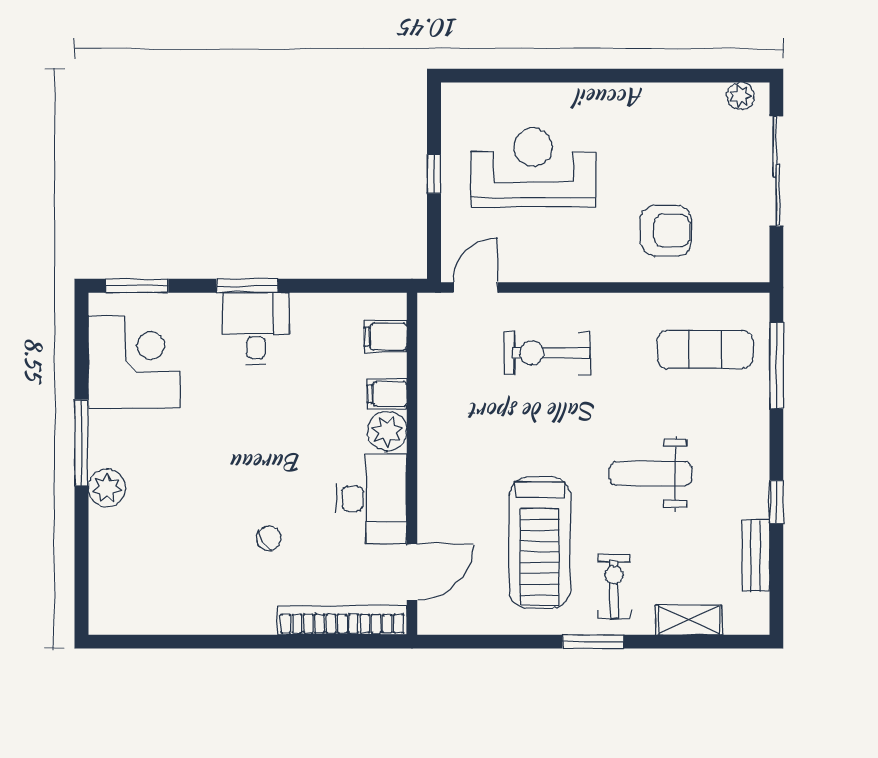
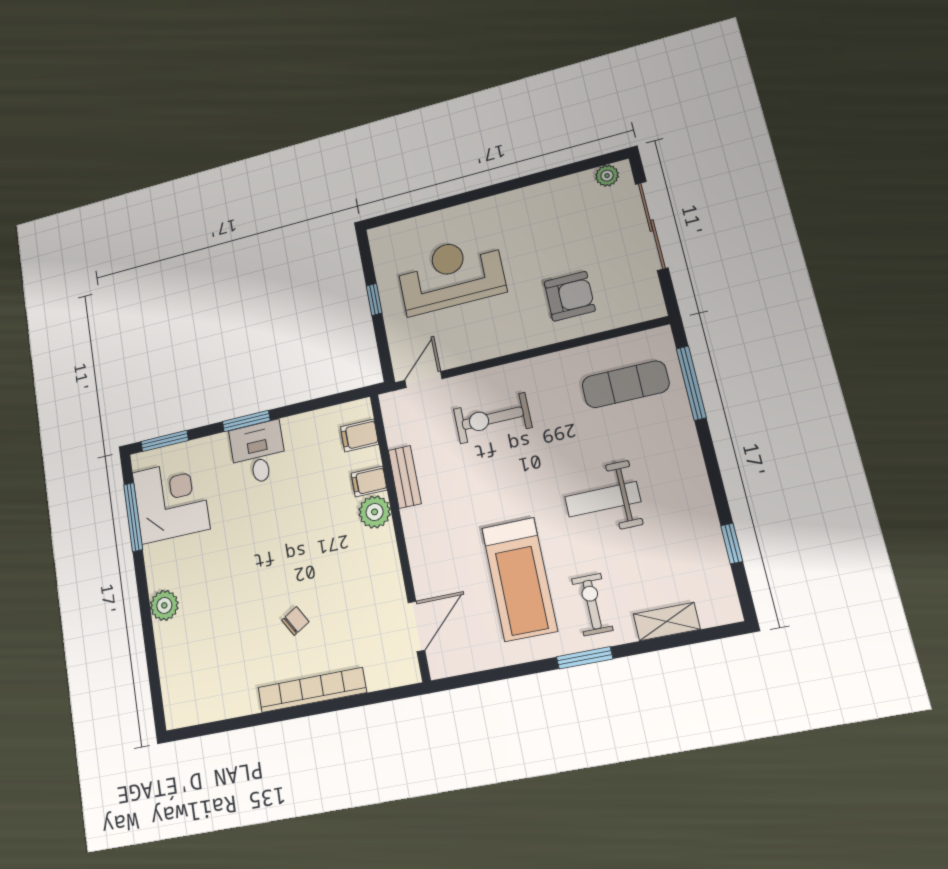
window: (81, 443) -> (133, 517), moved
desk: (372, 499) -> (372, 571), removed
window: (776, 502) -> (732, 544), moved
bench: (756, 556) -> (405, 477), moved
bookcase: (342, 620) -> (312, 690), moved

